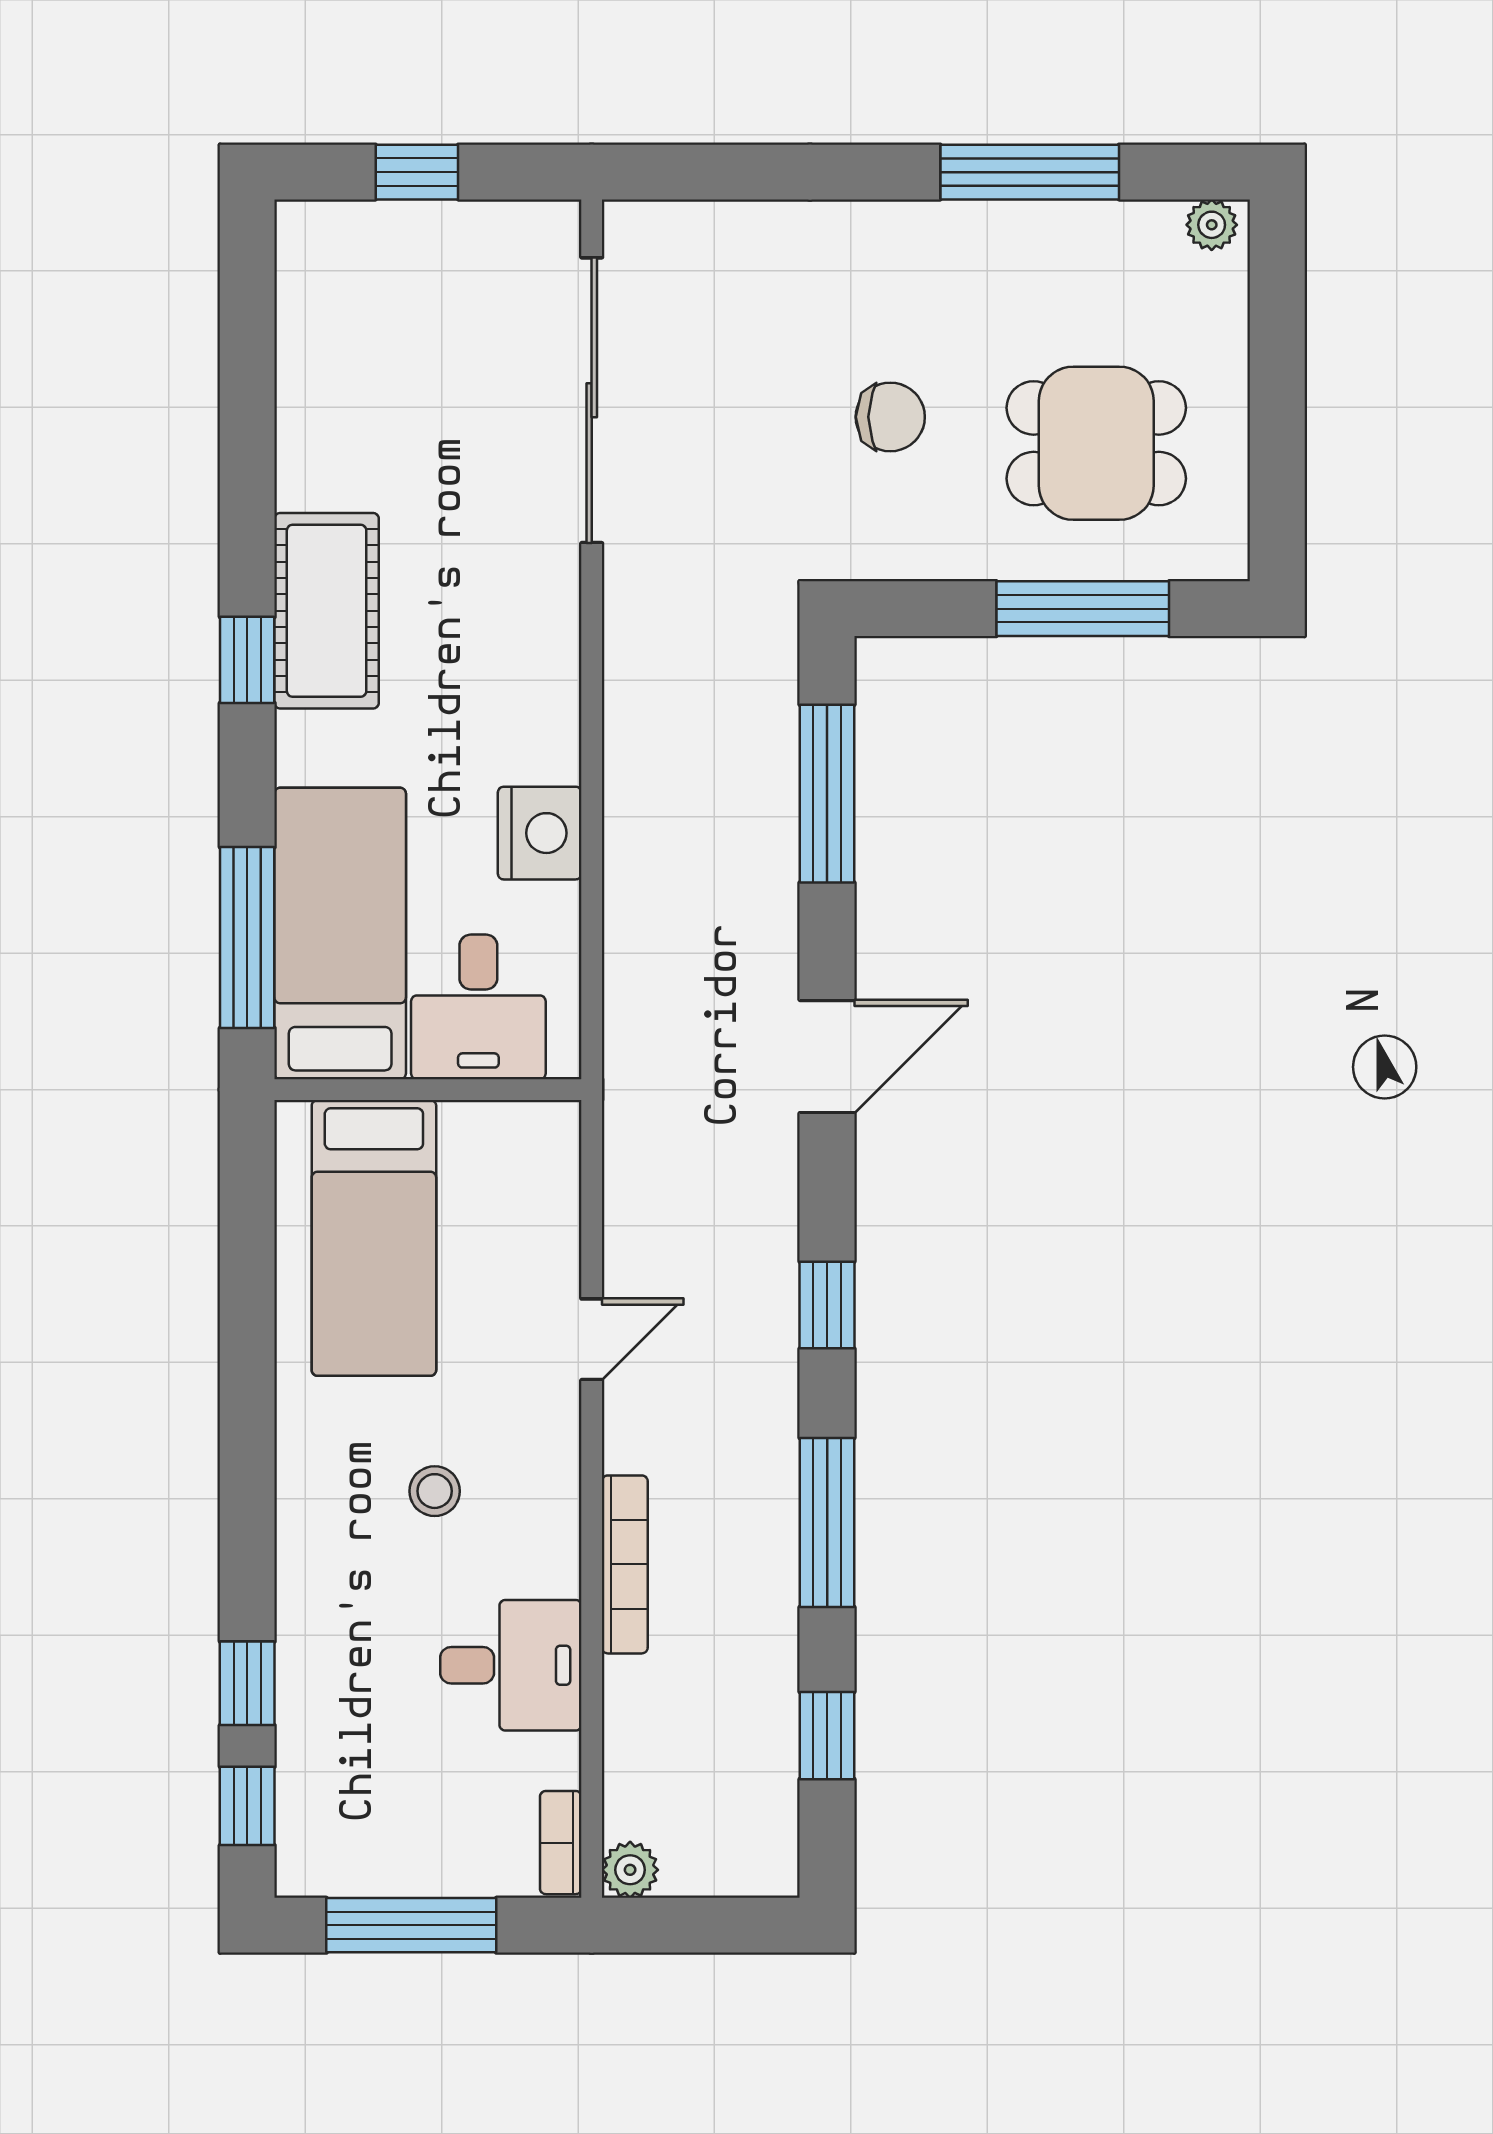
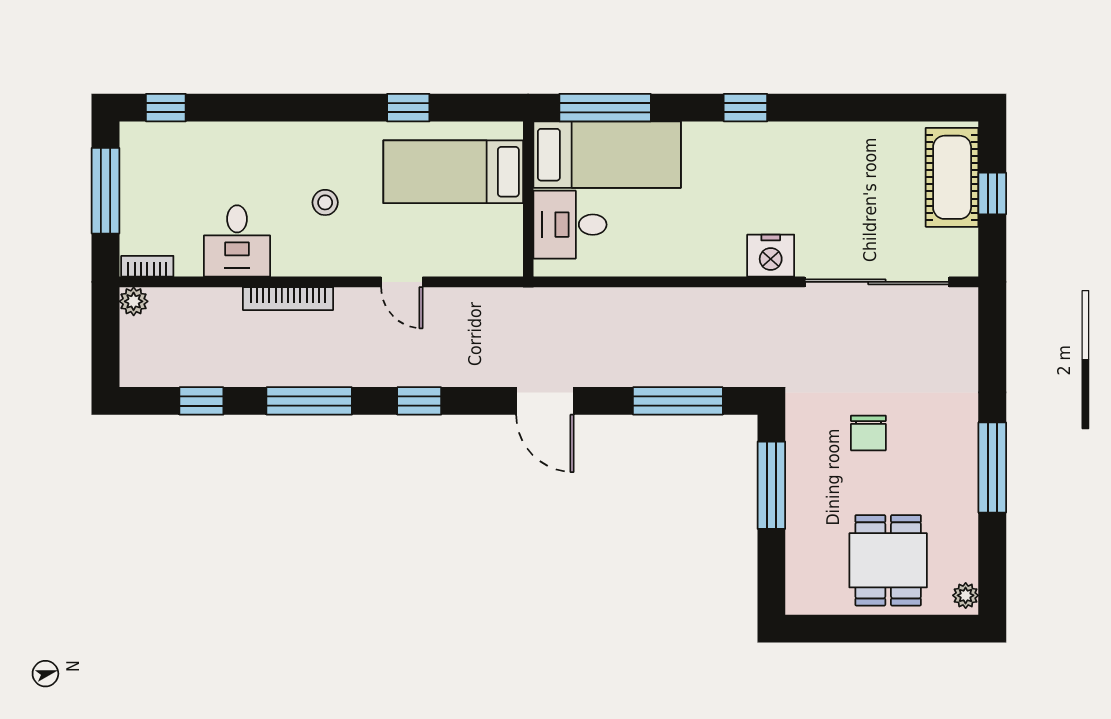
window: (1030, 172) -> (992, 467), moved
dining table: (1096, 443) -> (888, 560), moved
window: (1083, 609) -> (771, 485), moved
cot: (327, 611) -> (952, 177), moved, turned 90
nightstand: (540, 833) -> (771, 256), moved
window: (247, 1683) -> (408, 108), moved

